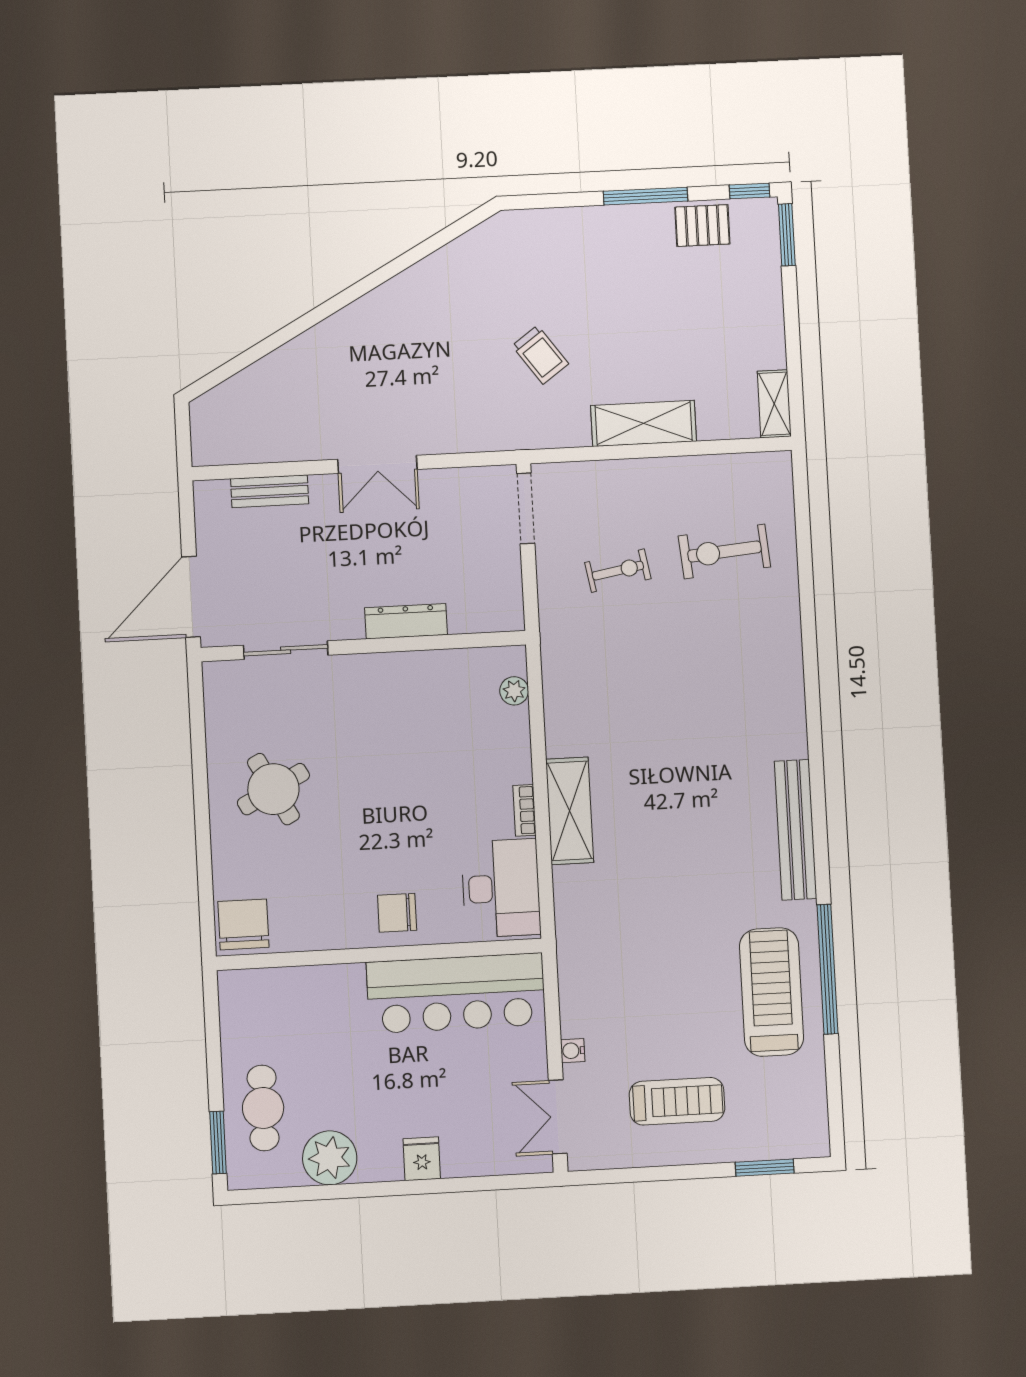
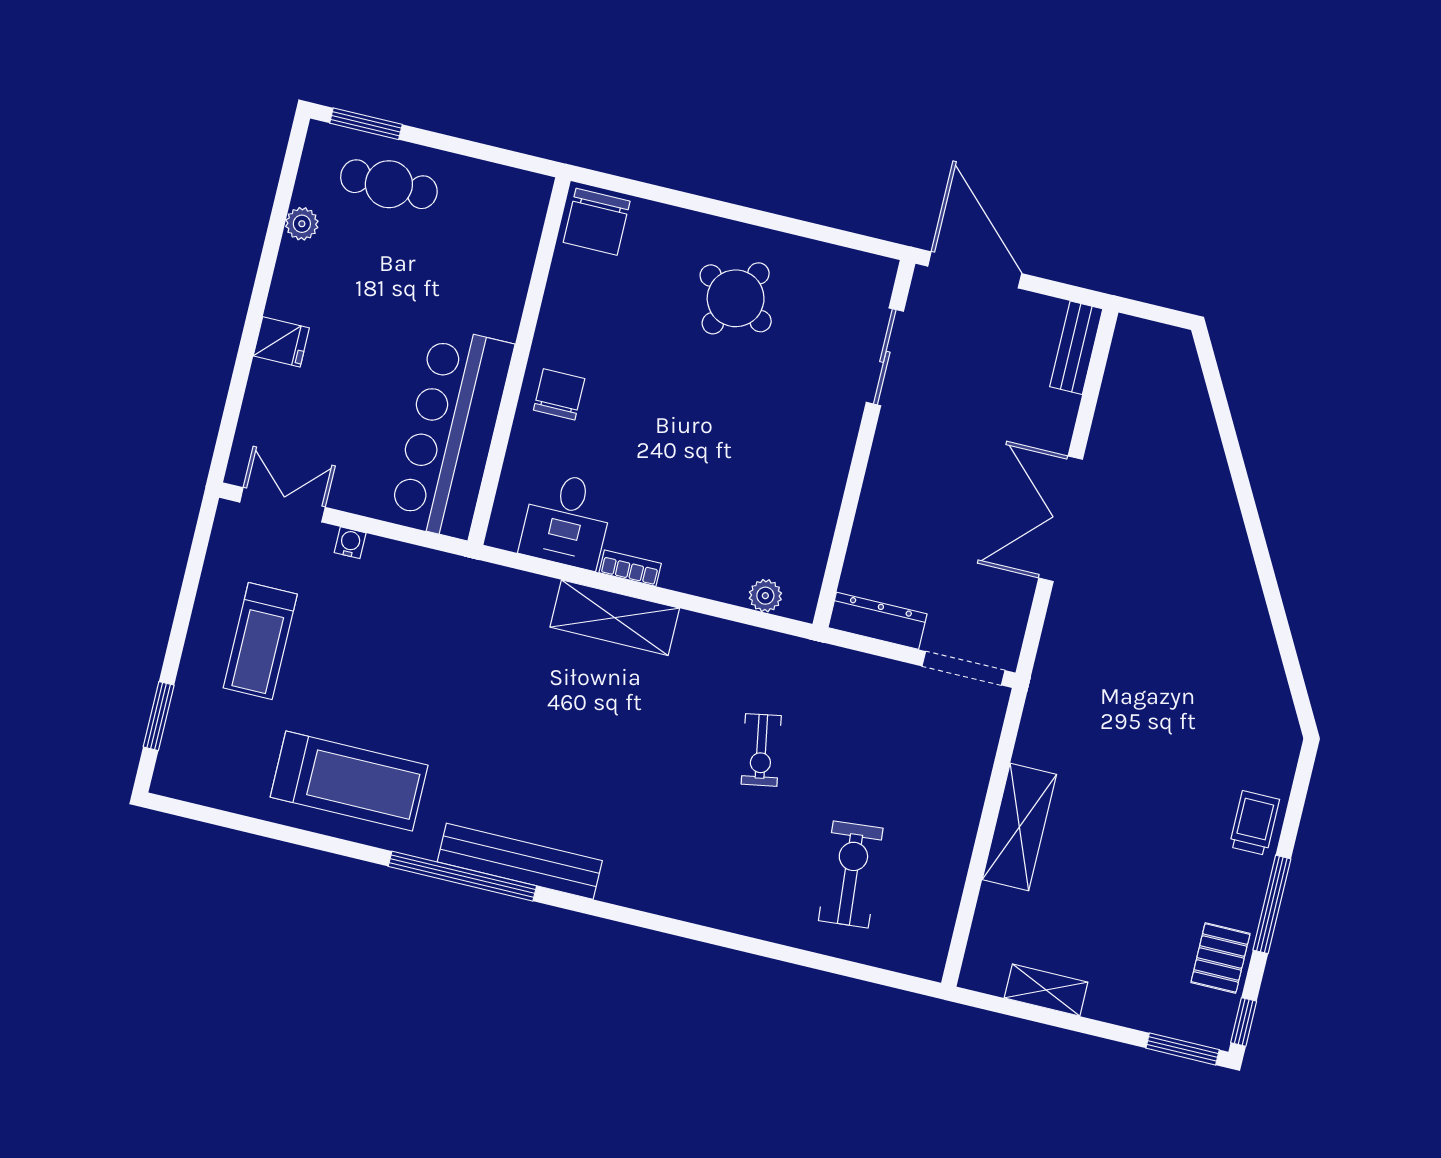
trolley: (540, 355) -> (1254, 823), moved, turned 126
shelving: (774, 404) -> (1046, 990), moved
double door: (377, 464) -> (1061, 519), width x1.37
bench: (270, 491) -> (1076, 348), moved
exercise bike: (618, 571) -> (761, 750), moved
dresser: (406, 621) -> (878, 621), moved, turned -90
round table: (273, 789) -> (736, 298), turned -33
desk: (501, 888) -> (567, 520), width x0.73
chair: (243, 924) -> (597, 222), turned 90
window: (827, 969) -> (462, 876), moved
plant: (330, 1158) -> (302, 224), width x0.53, depth x0.53

